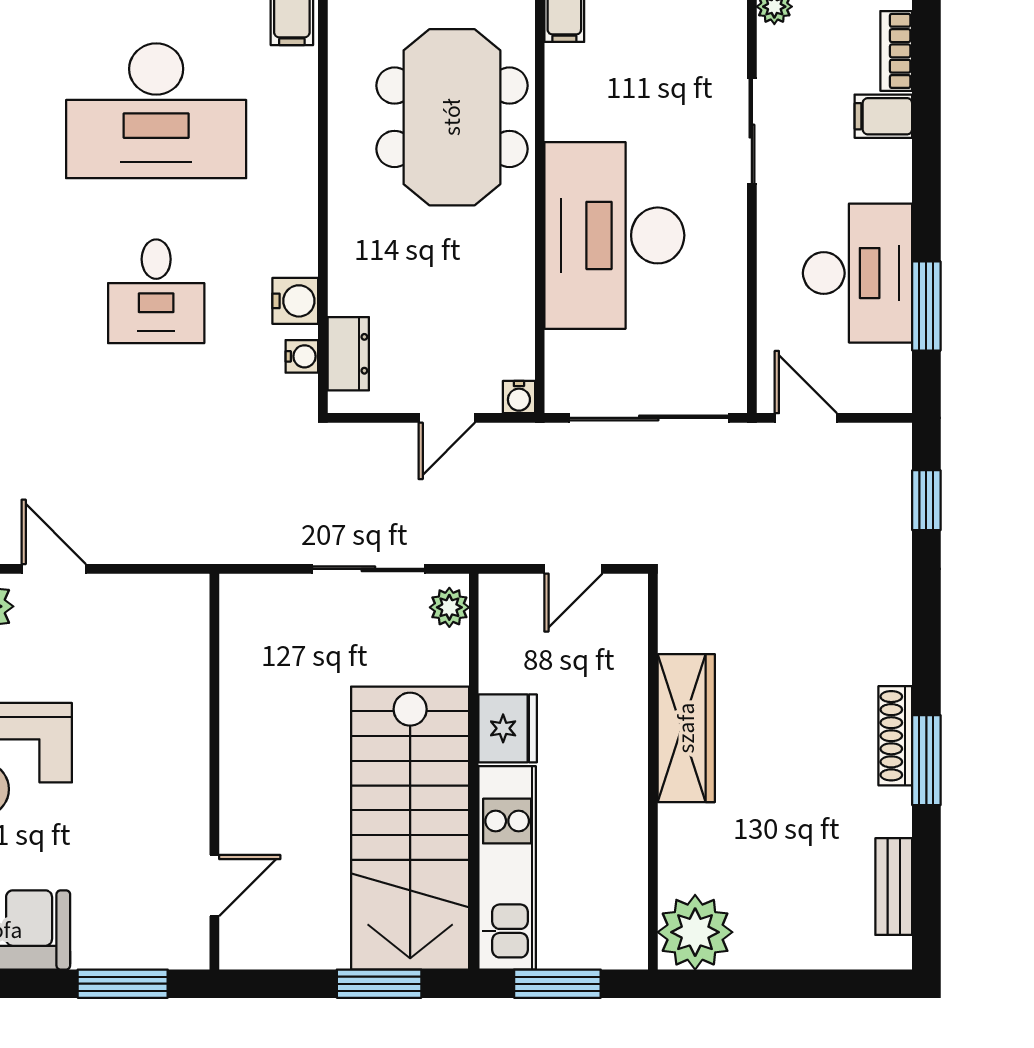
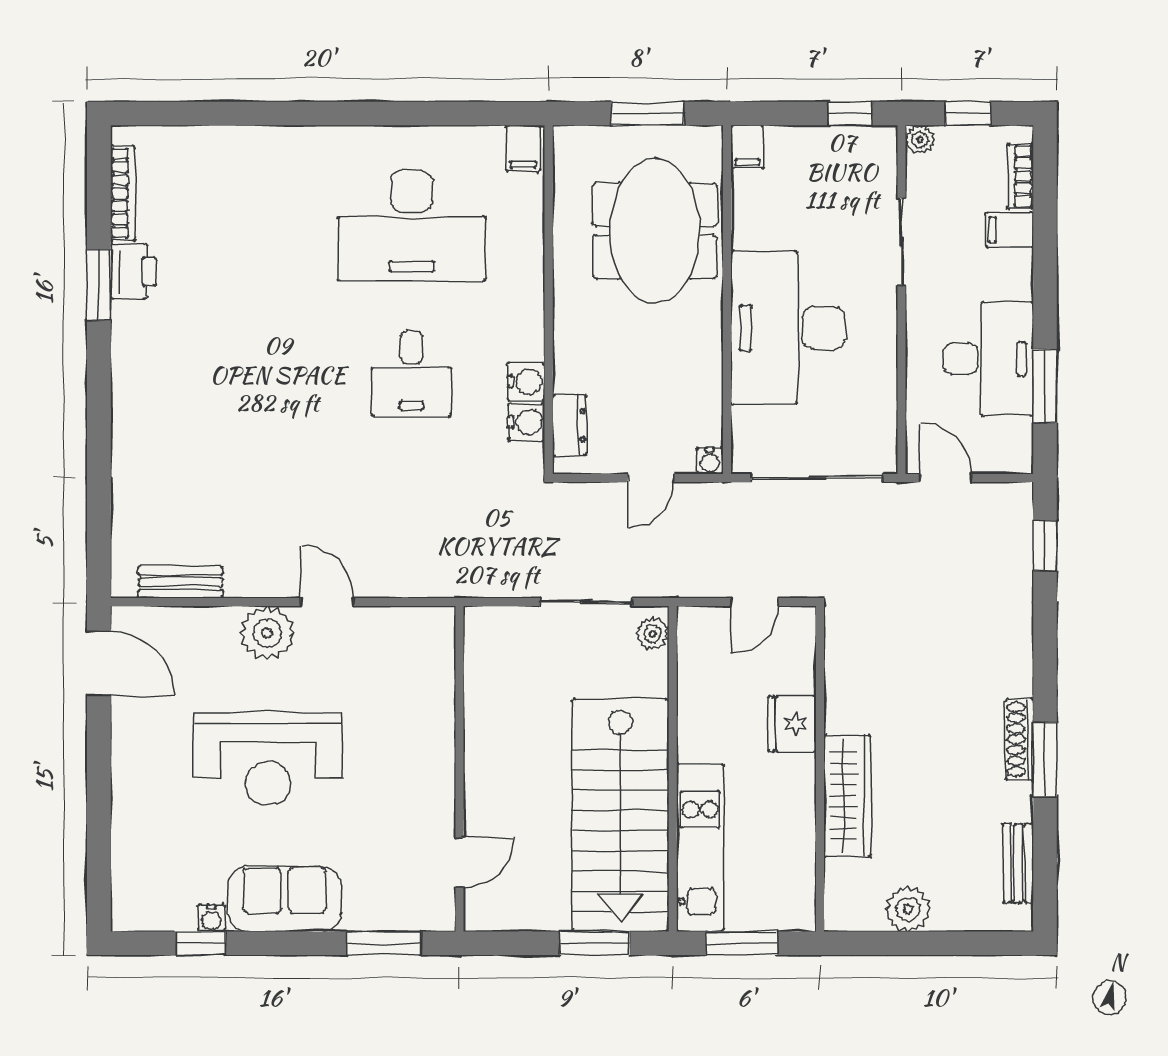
water cooler: (302, 356) -> (526, 422), width x1.38, depth x1.38
fridge: (508, 728) -> (792, 724), moved, turned 180
wardrobe: (686, 728) -> (847, 796), moved
plant: (695, 932) -> (908, 909), moved, width x0.73, depth x0.73

